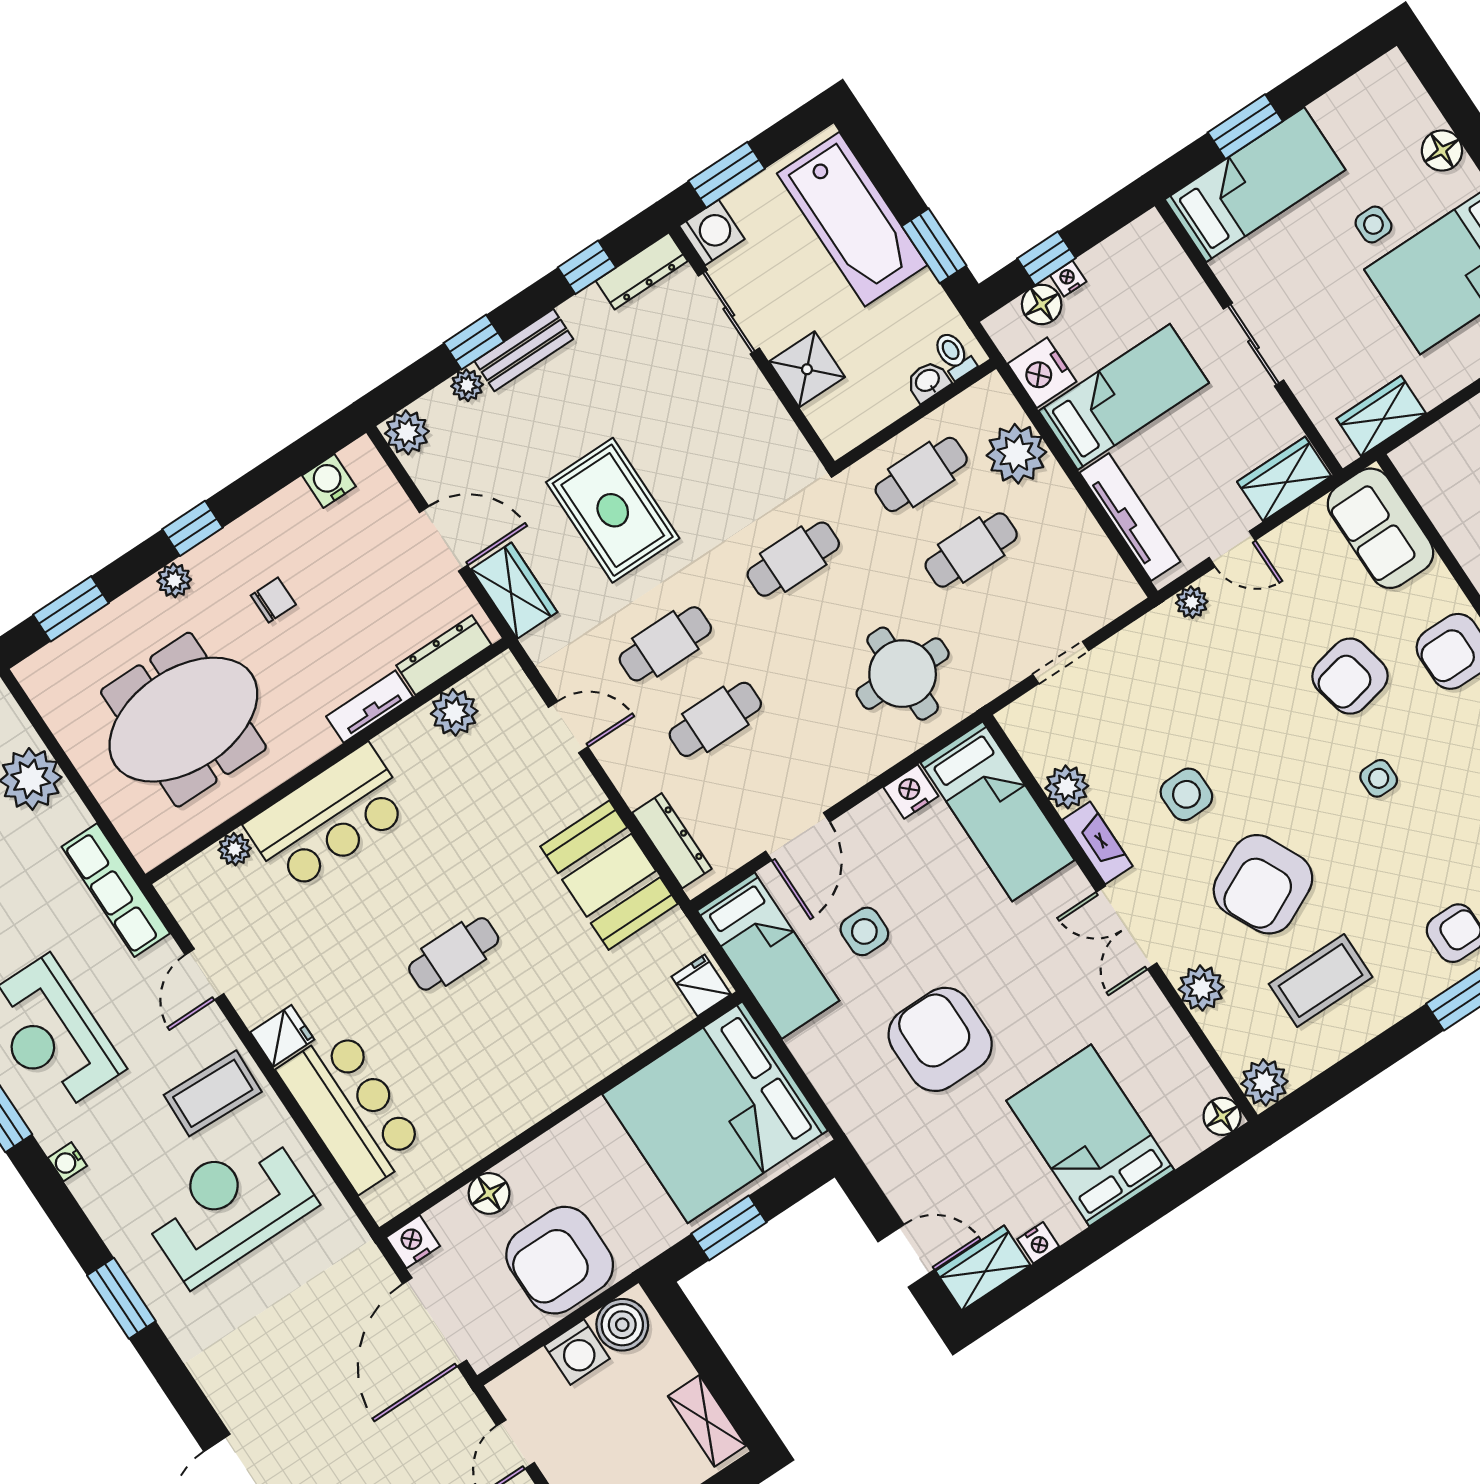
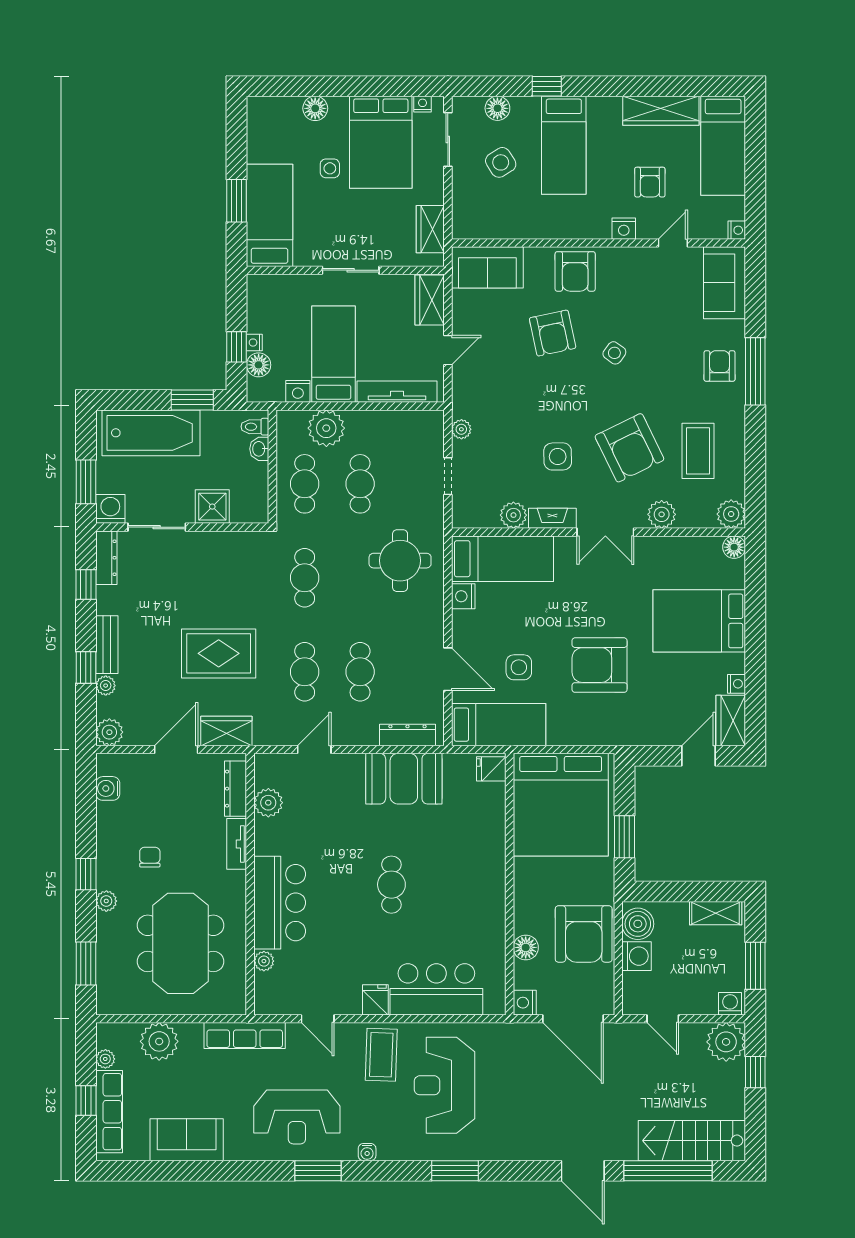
nightstand: (1042, 373) -> (298, 391), width x0.74, depth x0.75
plant: (1192, 602) -> (461, 429), moved
side table: (1379, 778) -> (614, 353), turned 36

